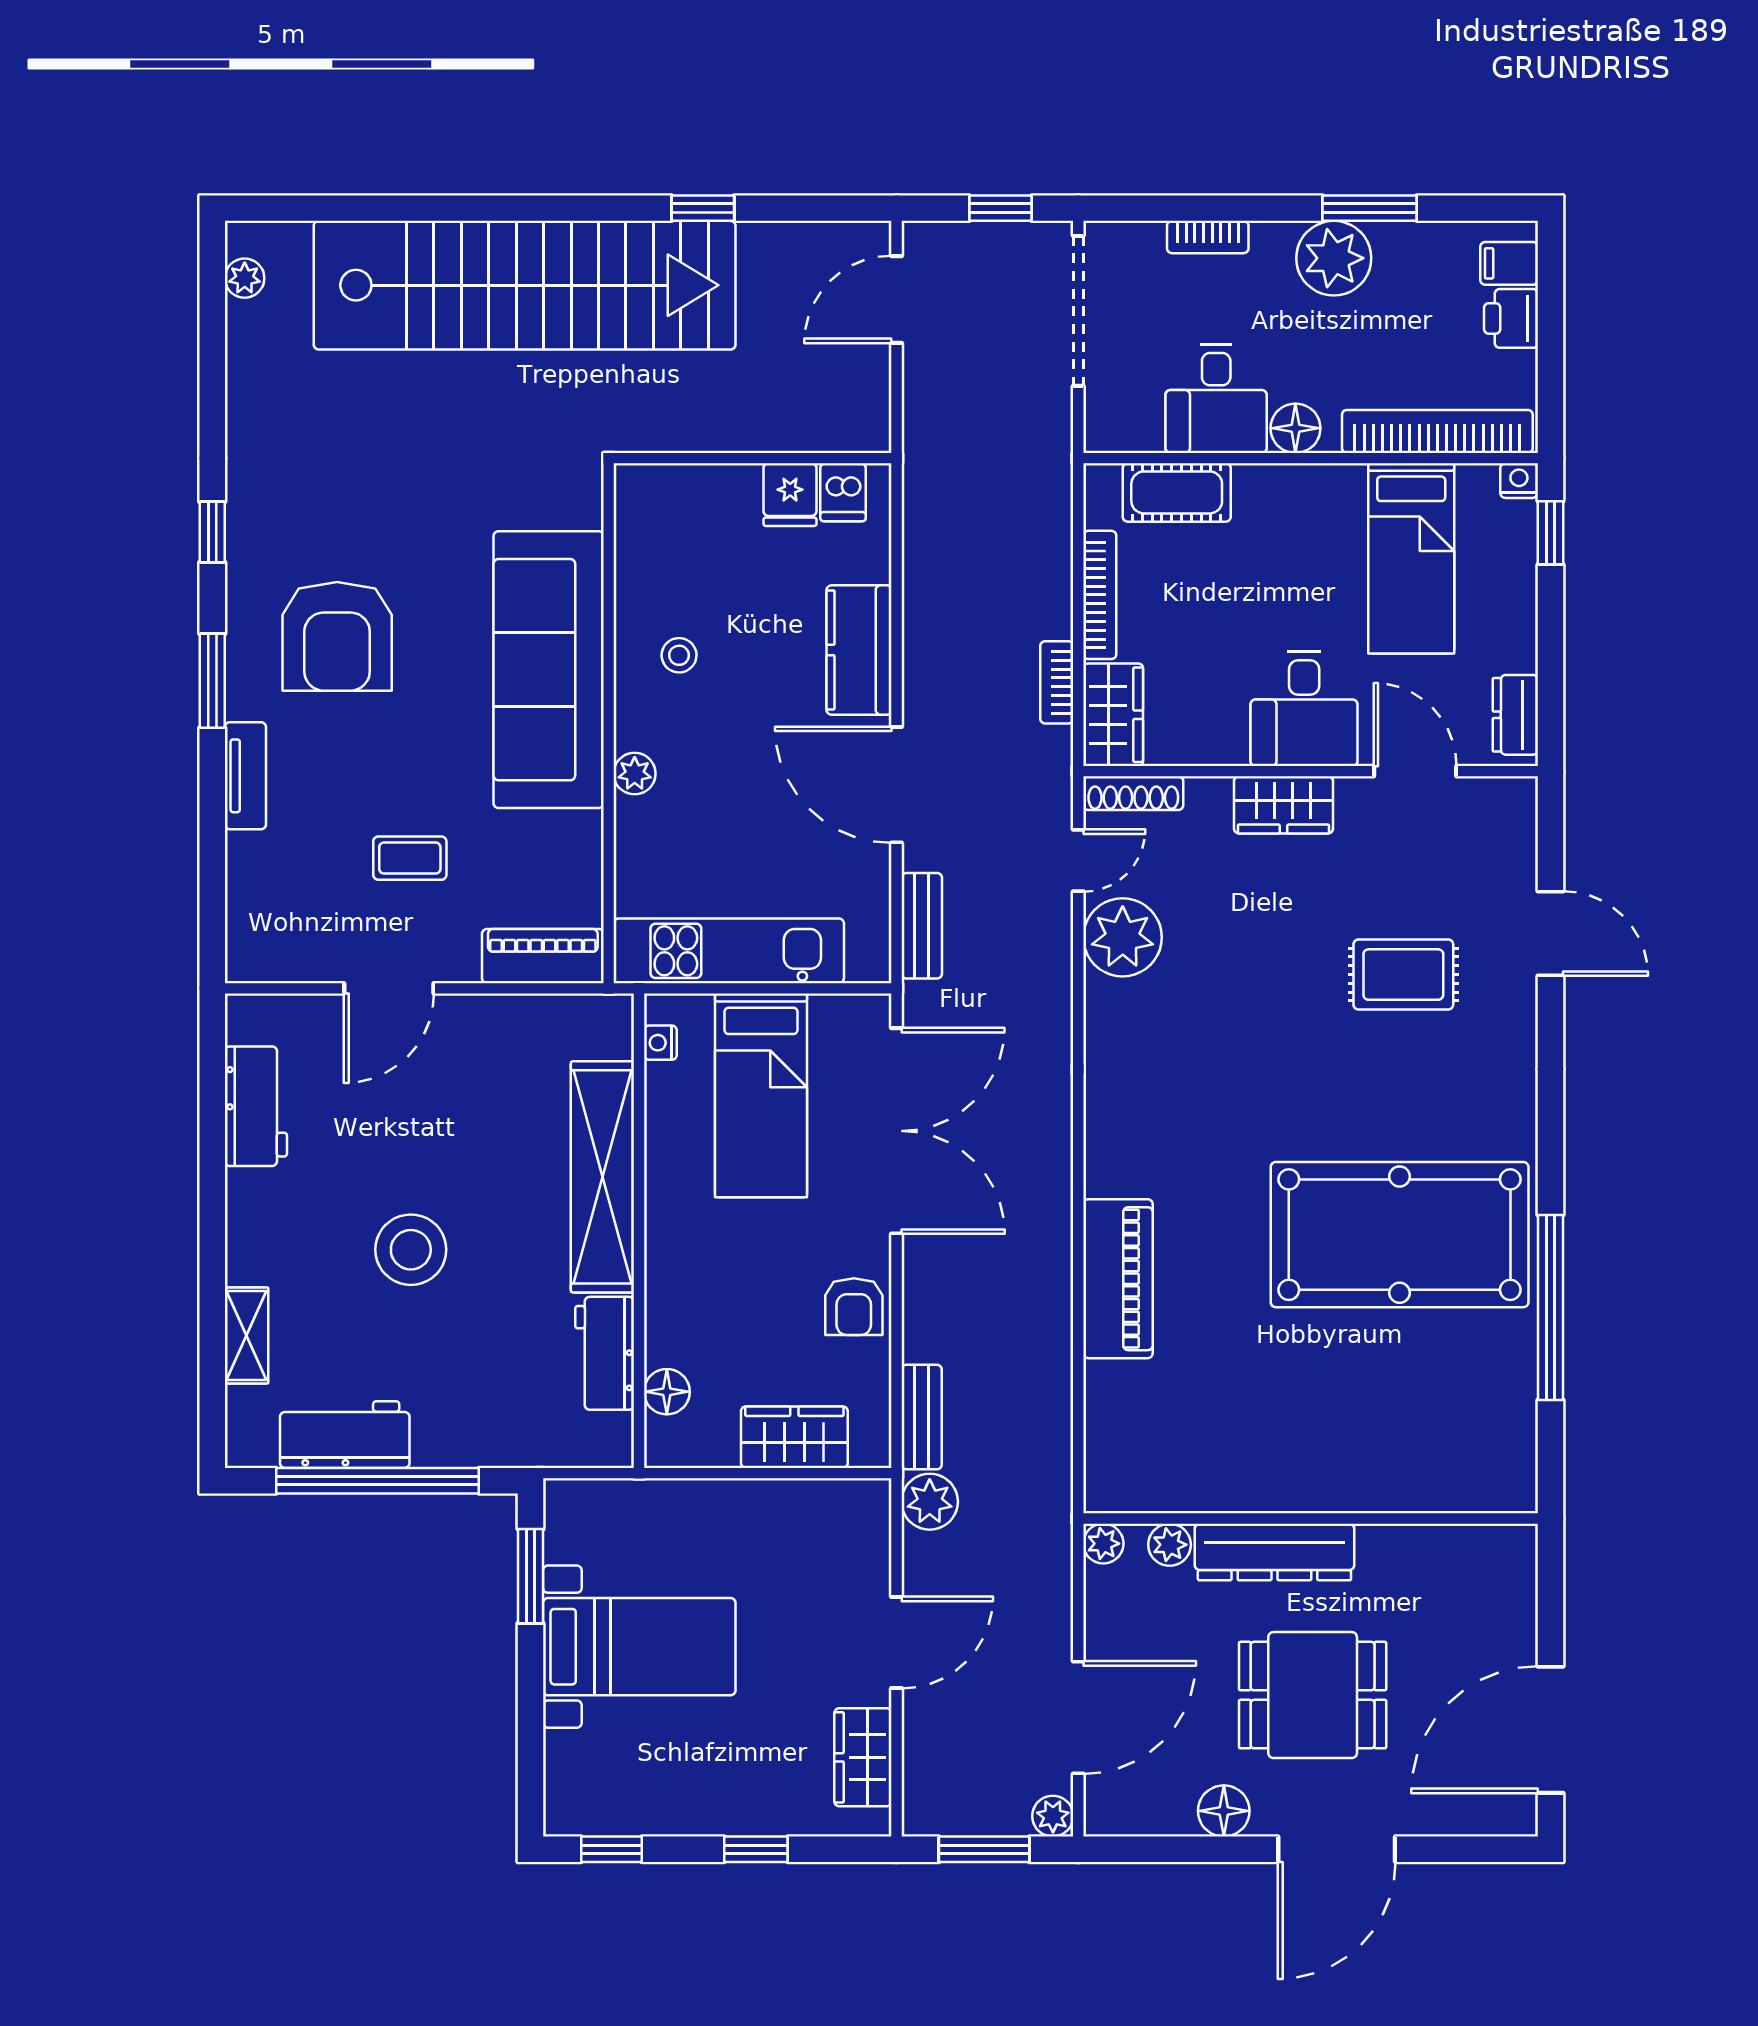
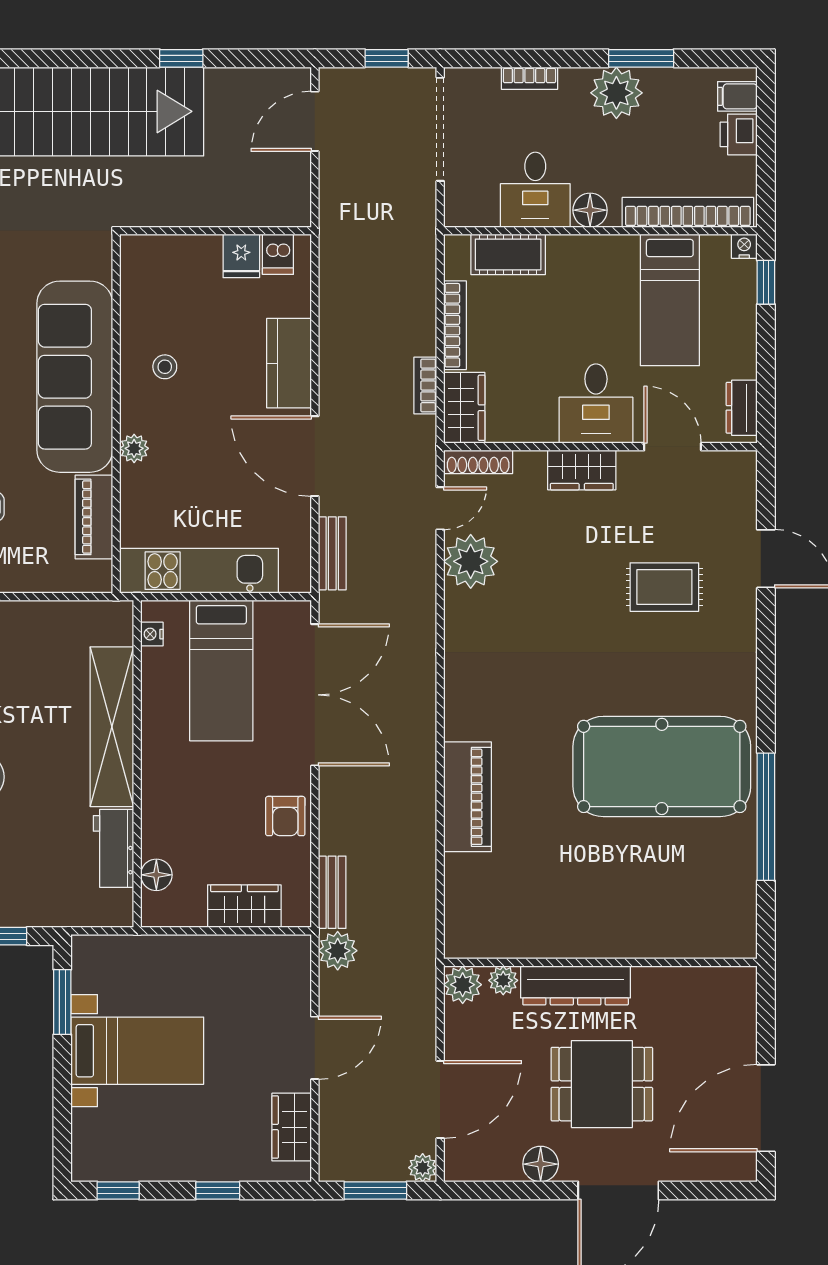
piano: (543, 956) -> (94, 517), moved, turned -90
plant: (1103, 1544) -> (463, 985), width x1.38, depth x1.38

